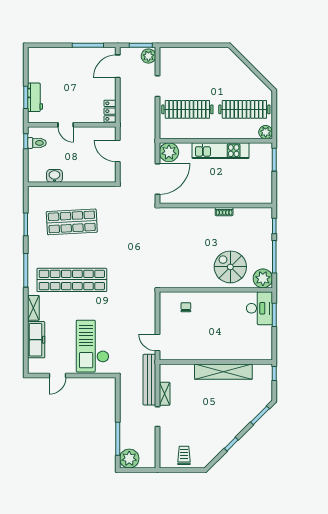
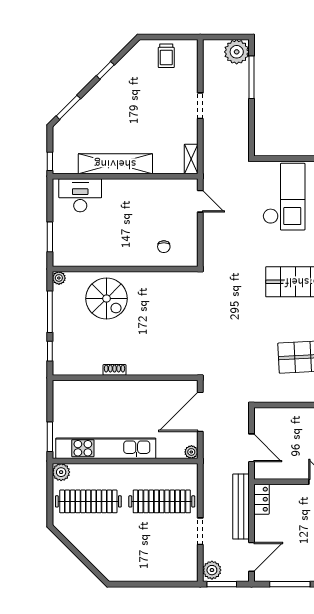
kitchen unit: (221, 151) -> (106, 448), width x1.36
plant: (169, 152) -> (191, 452), width x0.53, depth x0.53
plant: (263, 278) -> (59, 278), width x0.53, depth x0.53
desk: (259, 308) -> (80, 195), moved, turned 90
bench: (149, 380) -> (241, 507), moved
shelving: (165, 394) -> (191, 159), moved

